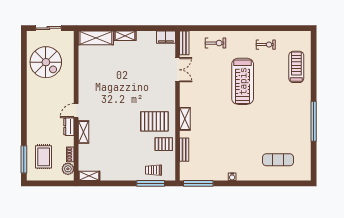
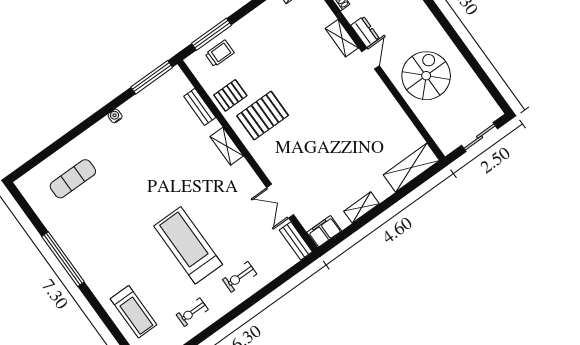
shelving: (125, 36) -> (361, 207), moved
exercise bike: (215, 43) -> (240, 277), moved
spiral stairs: (46, 62) -> (426, 76), moved, turned 90

